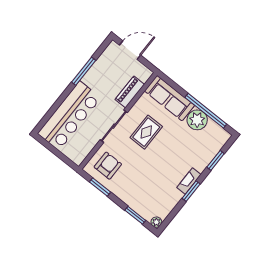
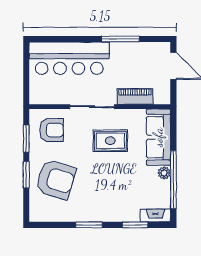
plant: (197, 120) -> (164, 173), width x0.53, depth x0.53
fireplace: (189, 181) -> (155, 215), moved
armchair: (143, 189) -> (56, 179), added
window: (135, 215) -> (26, 175), moved
plant: (156, 222) -> (35, 216), removed

